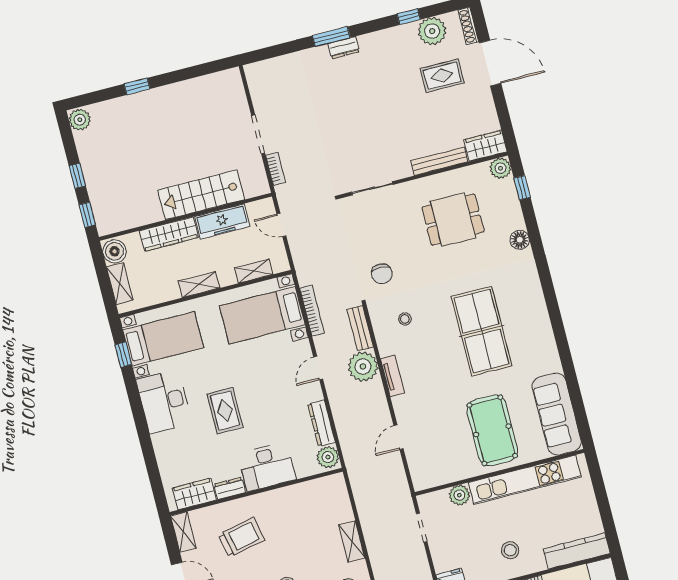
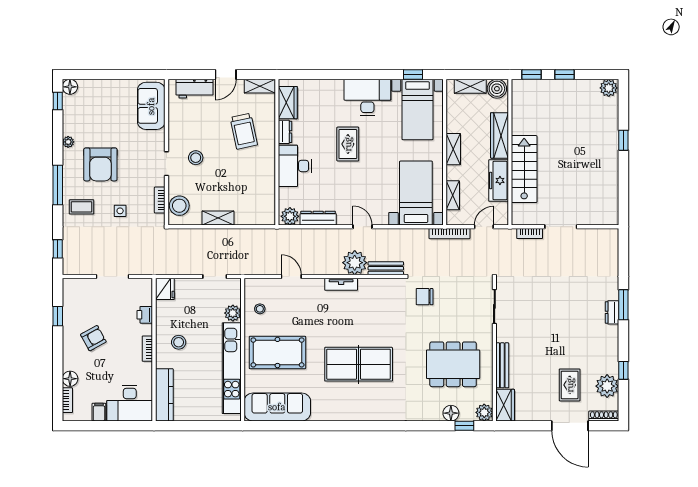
door: (490, 63) -> (570, 426), hinge flipped
dining table: (453, 220) -> (453, 364), width x1.38
floor lamp: (520, 240) -> (451, 413), moved
bookcase: (312, 310) -> (449, 234), moved
stool: (405, 319) -> (260, 309), moved
rug: (225, 411) -> (348, 144), turned 90

